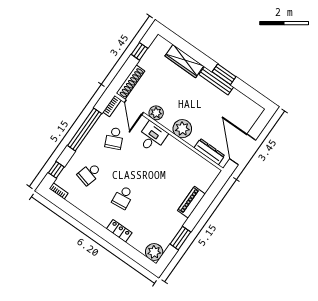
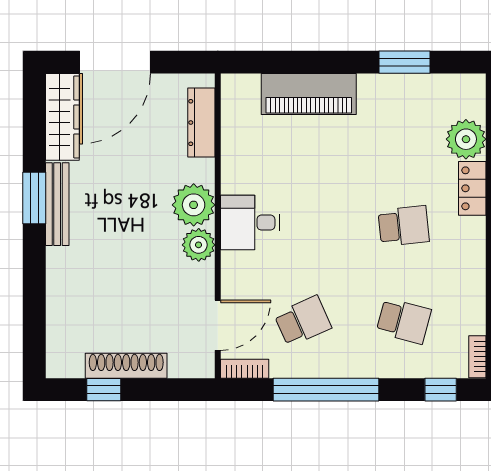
wardrobe: (184, 61) -> (62, 117), moved
shoe rack: (130, 82) -> (126, 366), moved
plant: (156, 113) -> (199, 245), moved
desk: (152, 137) -> (250, 223), moved
door: (243, 149) -> (115, 62), moved
piano: (191, 202) -> (309, 94), width x1.37, depth x1.33
plant: (154, 252) -> (466, 139), moved

